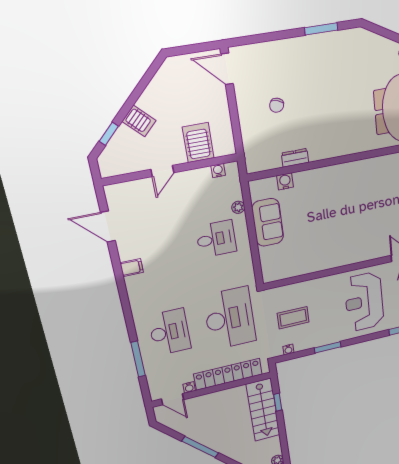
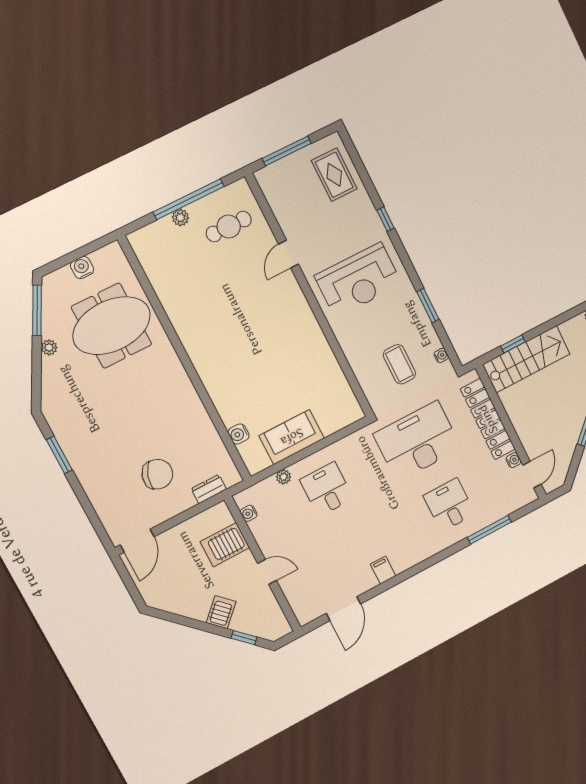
chair: (277, 105) -> (157, 474), width x1.87, depth x1.87
dresser: (295, 158) -> (209, 489), moved, turned 90
desk: (170, 332) -> (449, 505), width x0.73

